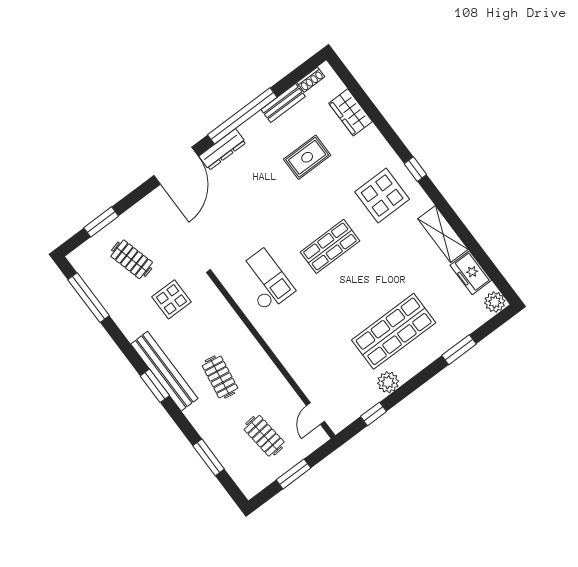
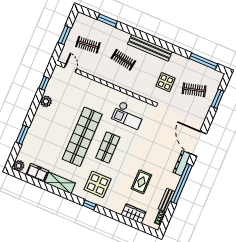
shop shelf: (394, 331) -> (82, 137), moved, width x1.40
window: (155, 386) -> (150, 39), removed

